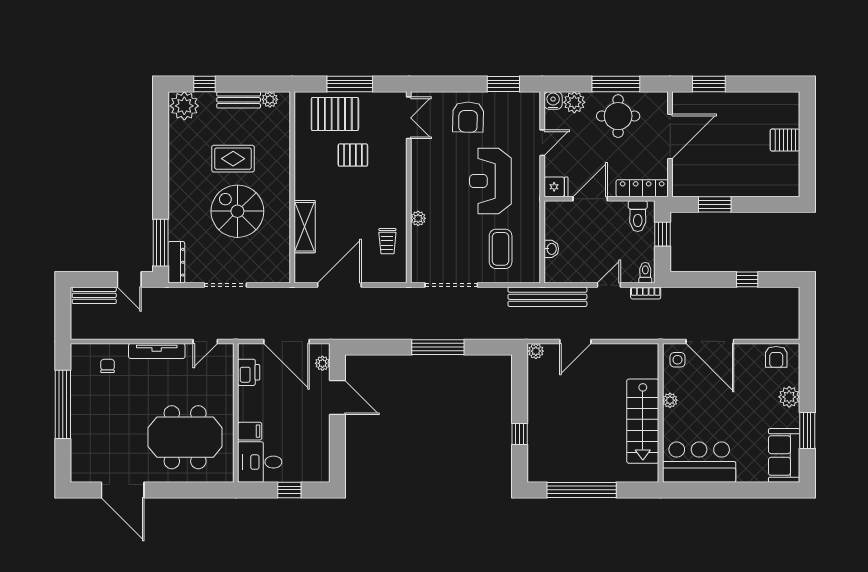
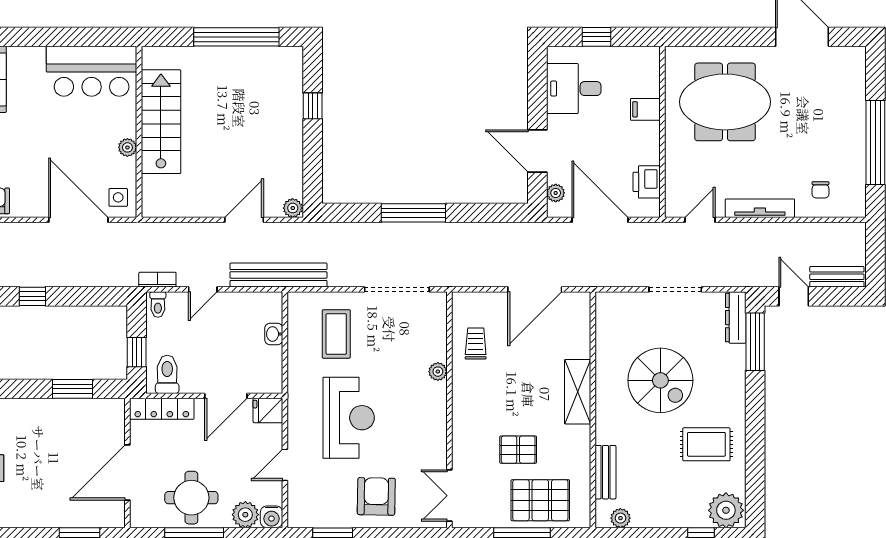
bench: (239, 100) -> (605, 472), moved, turned 90
rug: (233, 159) -> (706, 444), moved
shelving: (305, 227) -> (578, 392), moved
desk: (260, 462) -> (574, 89), moved, turned 180

